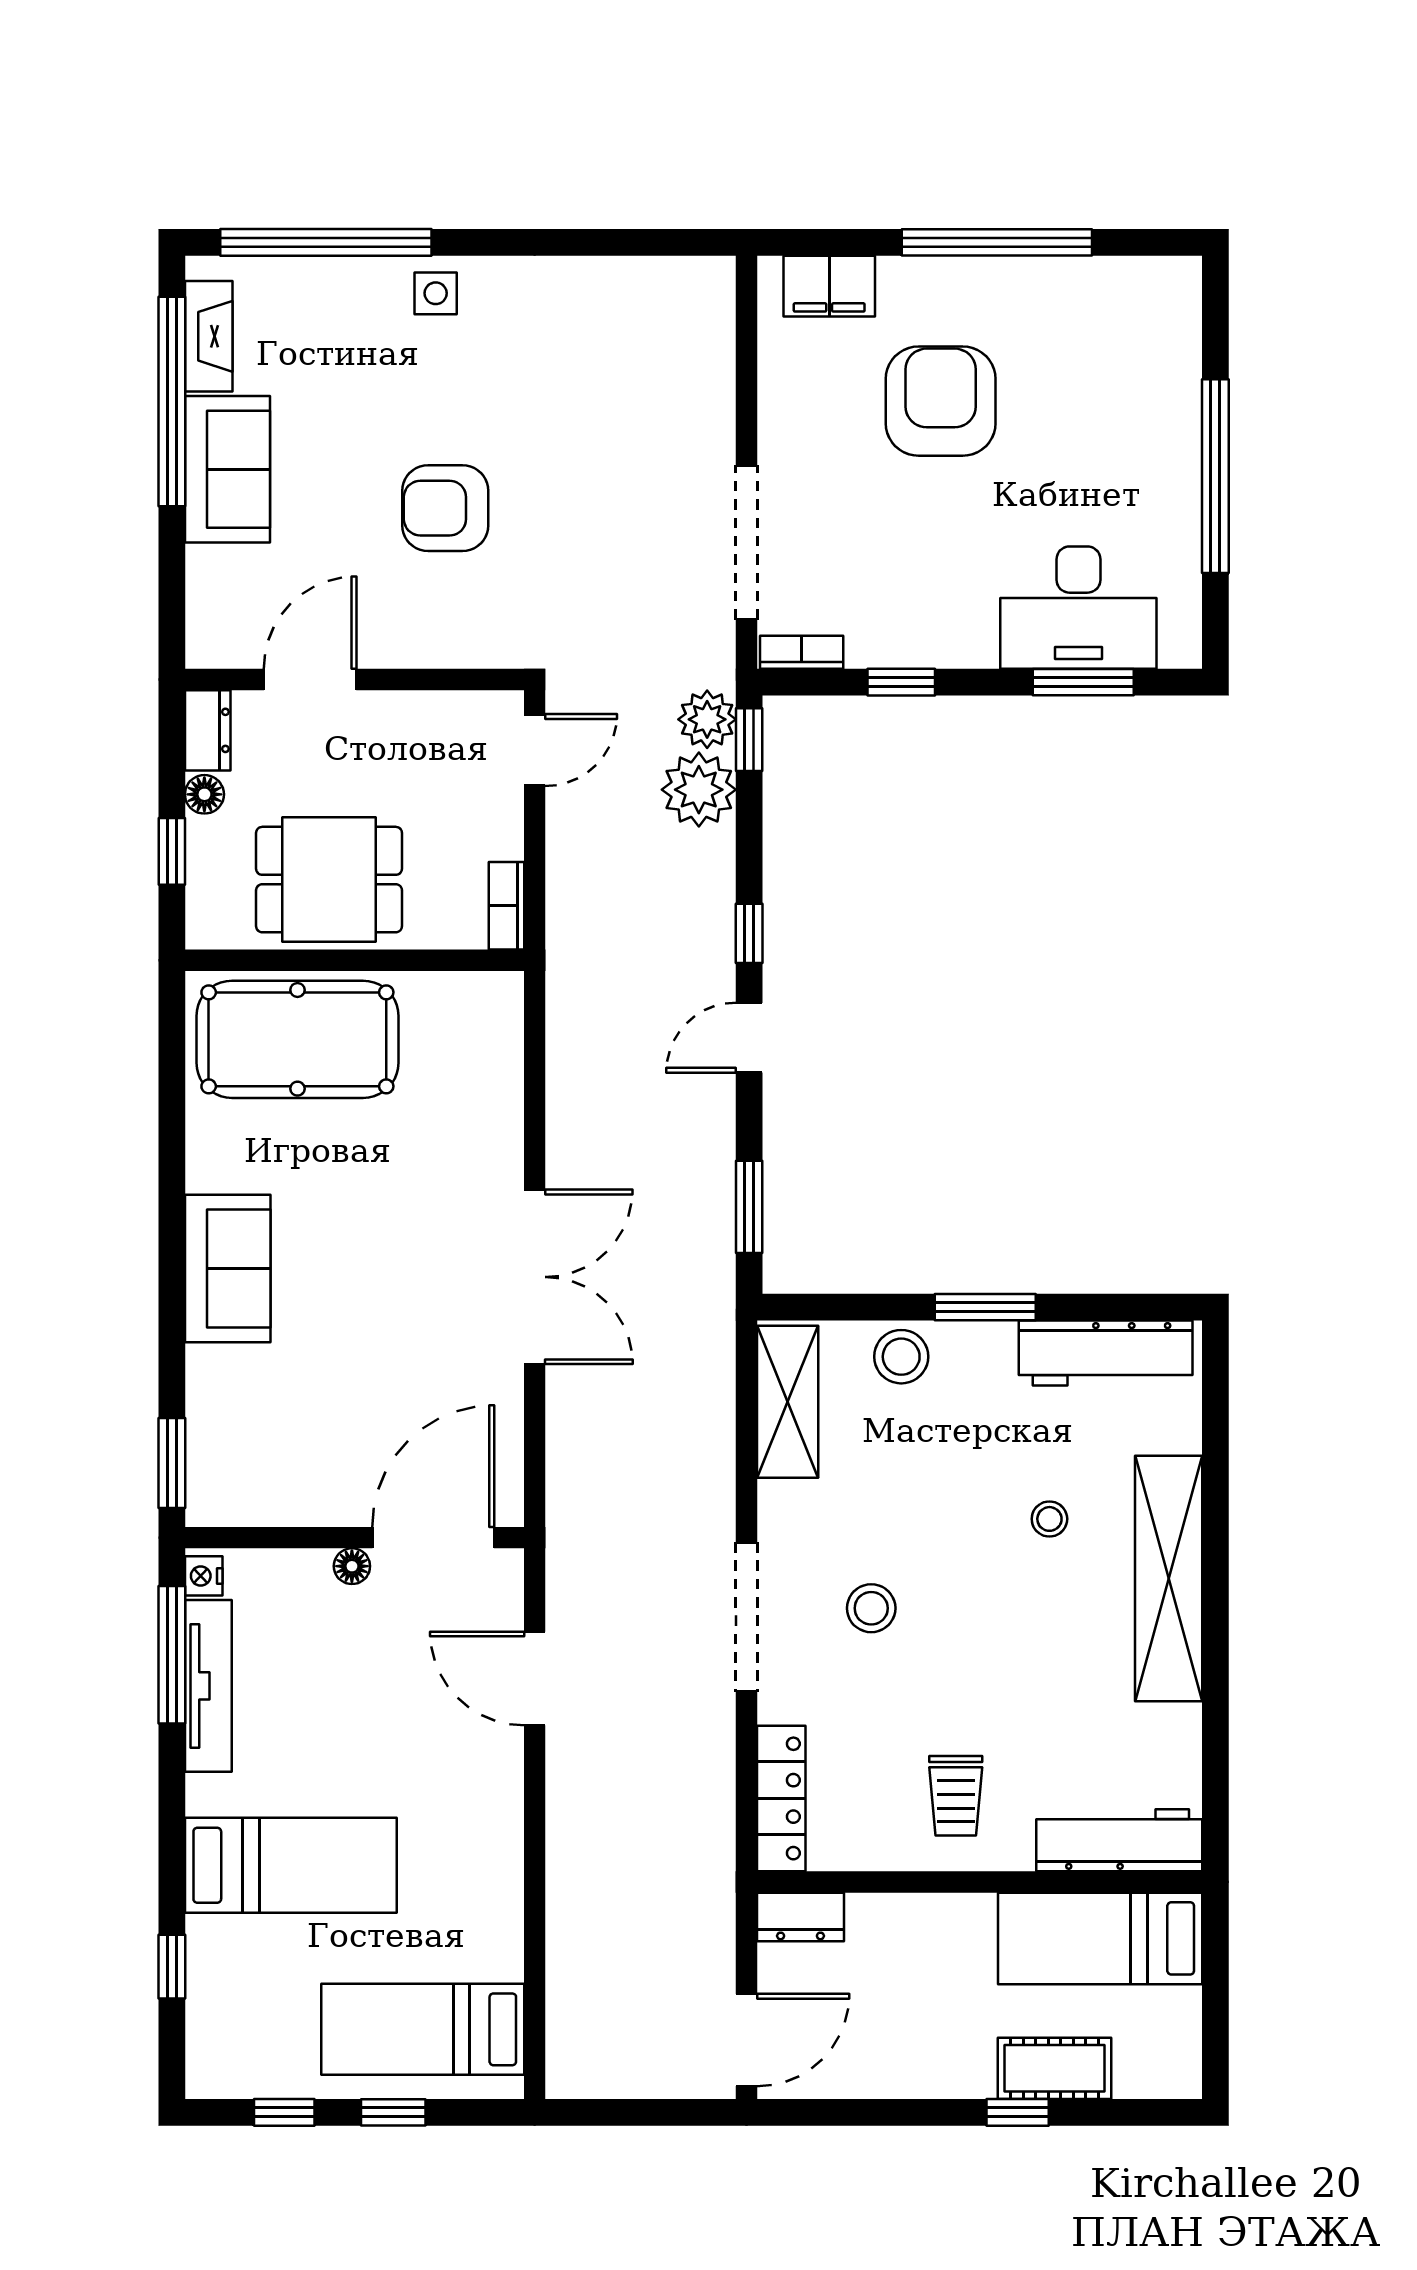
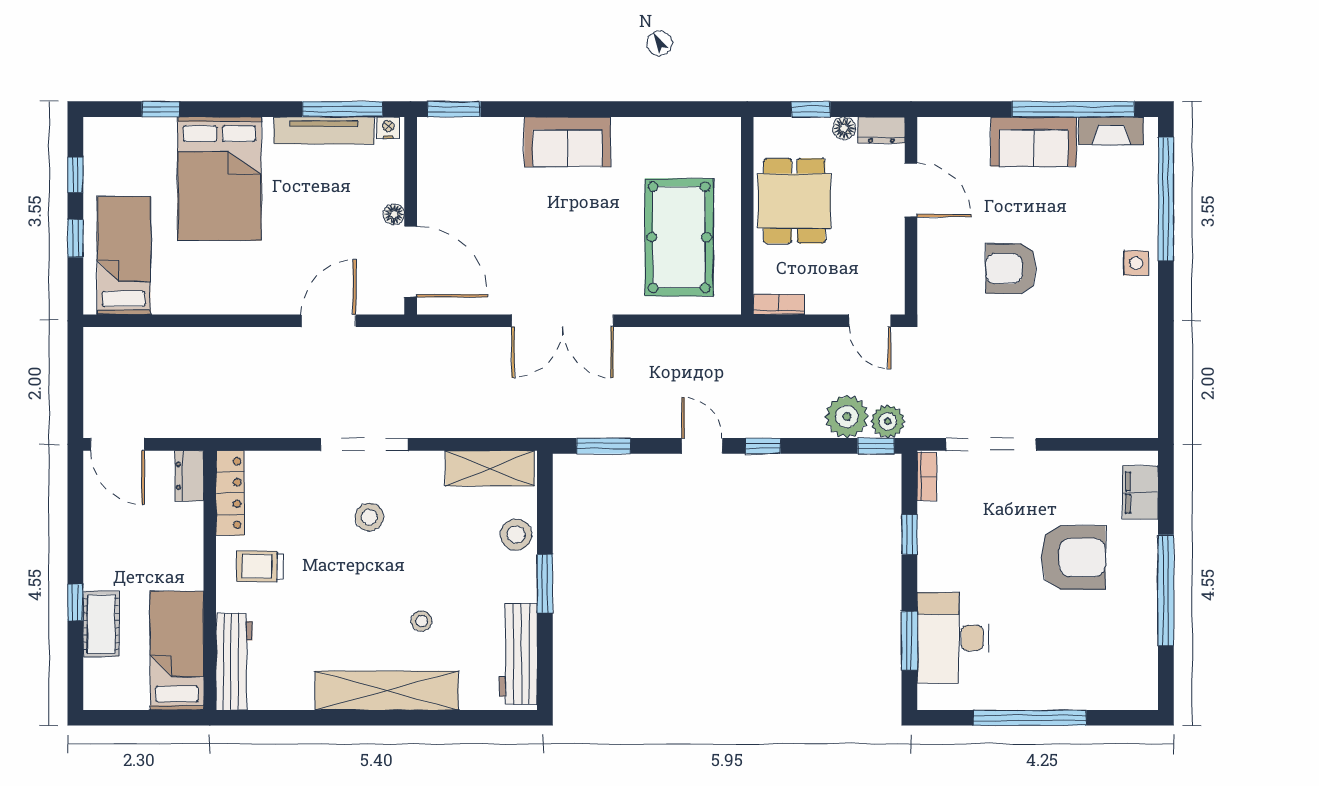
armchair: (445, 508) -> (1011, 269), turned -90
pool table: (297, 1039) -> (679, 237), moved
locker: (781, 1798) -> (230, 493), moved, turned -90
bed: (291, 1865) -> (220, 179), width x1.50

